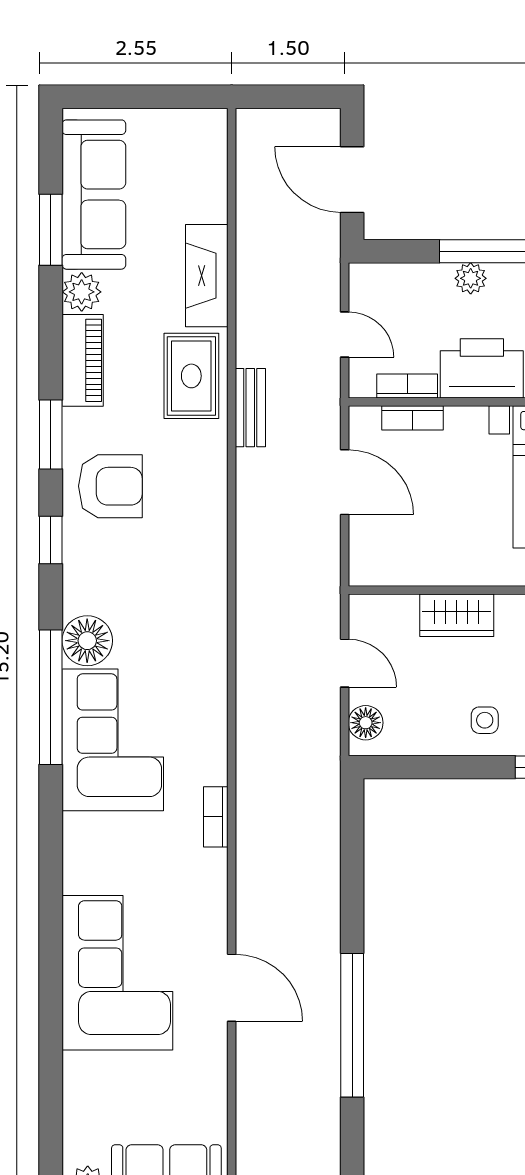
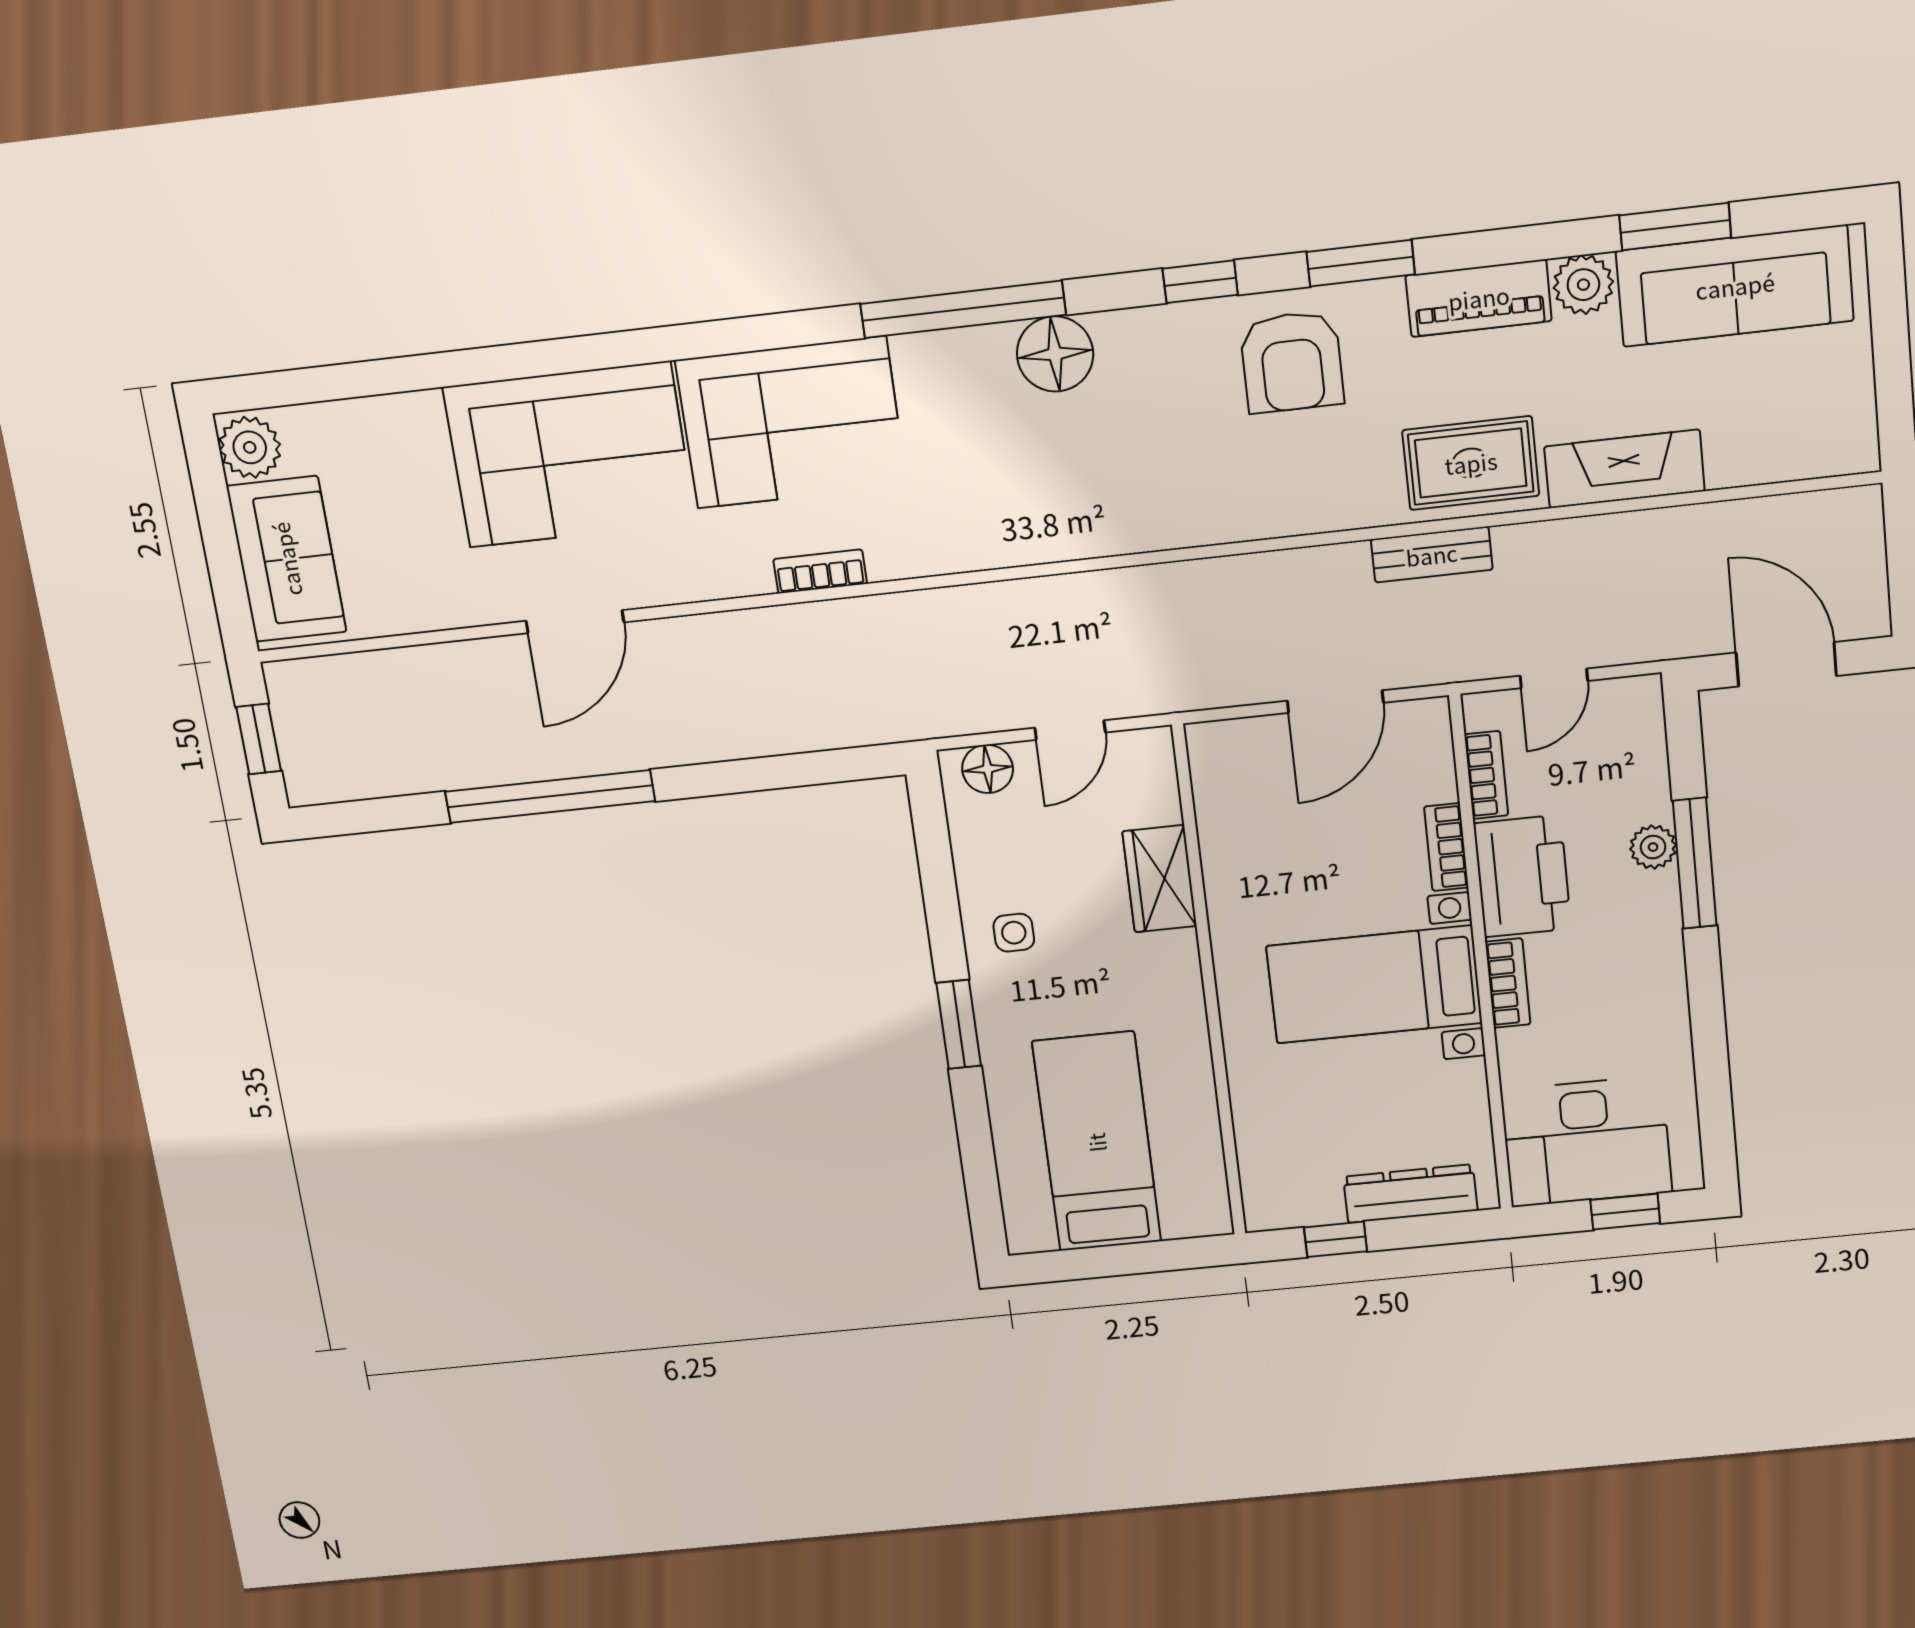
door: (352, 180) -> (1786, 664), hinge flipped
bookcase: (413, 418) -> (1446, 847), moved
corner sofa: (113, 740) -> (791, 423), moved

